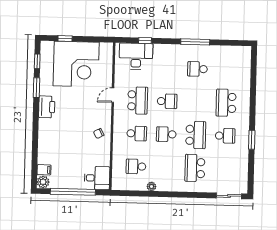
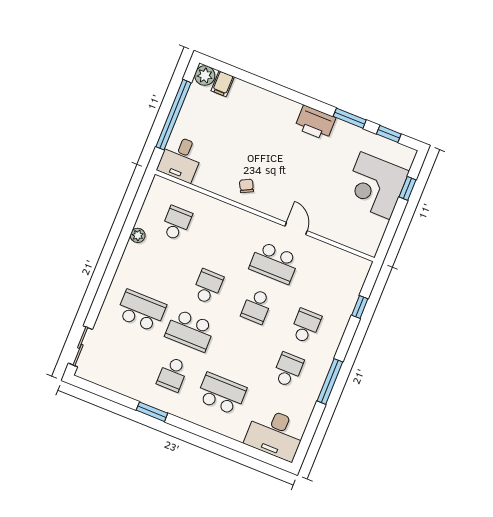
desk: (136, 56) -> (275, 434), moved, turned 90
corner desk: (76, 64) -> (375, 186), width x0.74, depth x0.74
school desk: (137, 133) -> (306, 326), moved, turned 180

